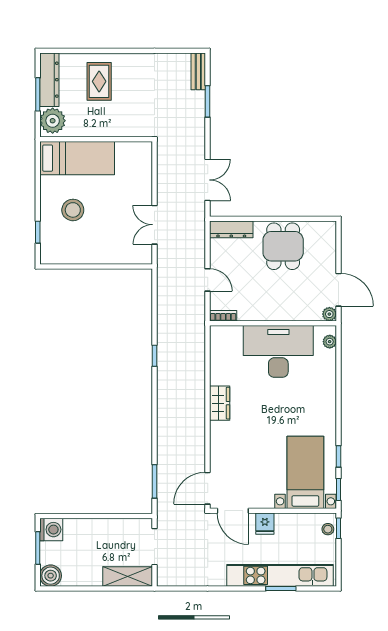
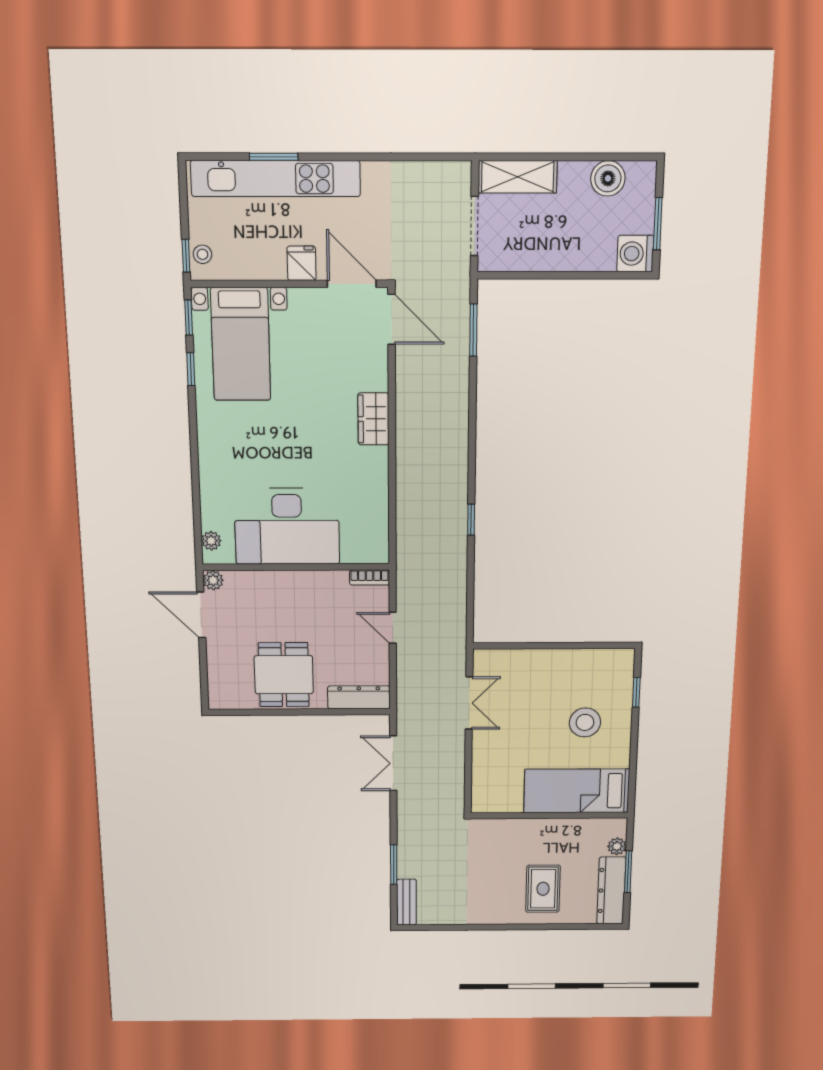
plant: (53, 121) -> (617, 846), width x0.53, depth x0.53
wardrobe: (220, 403) -> (373, 419), moved
door: (208, 488) -> (391, 319), hinge flipped
boiler: (51, 576) -> (608, 178), moved

